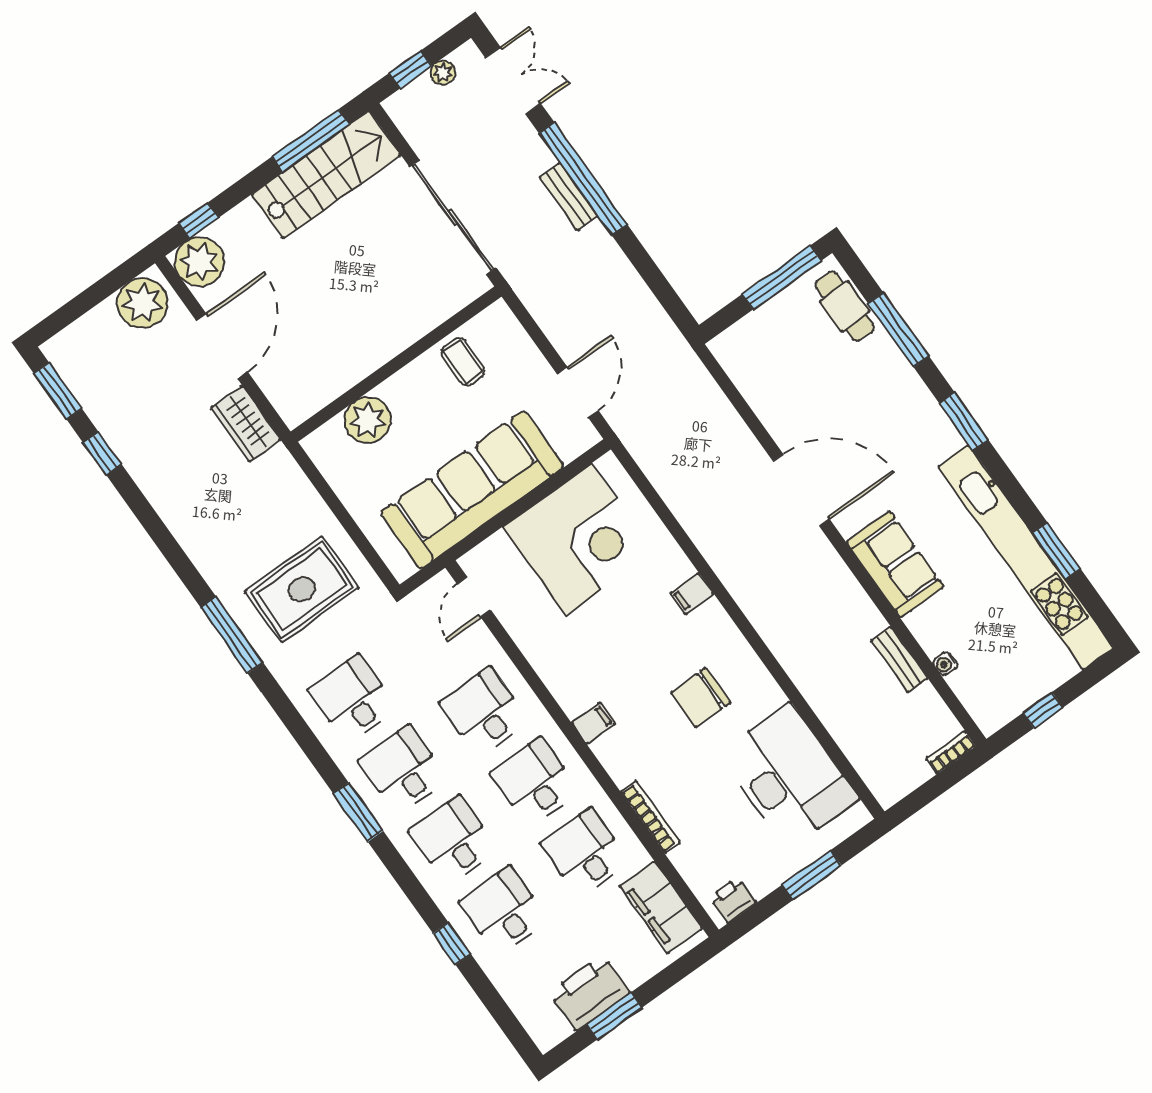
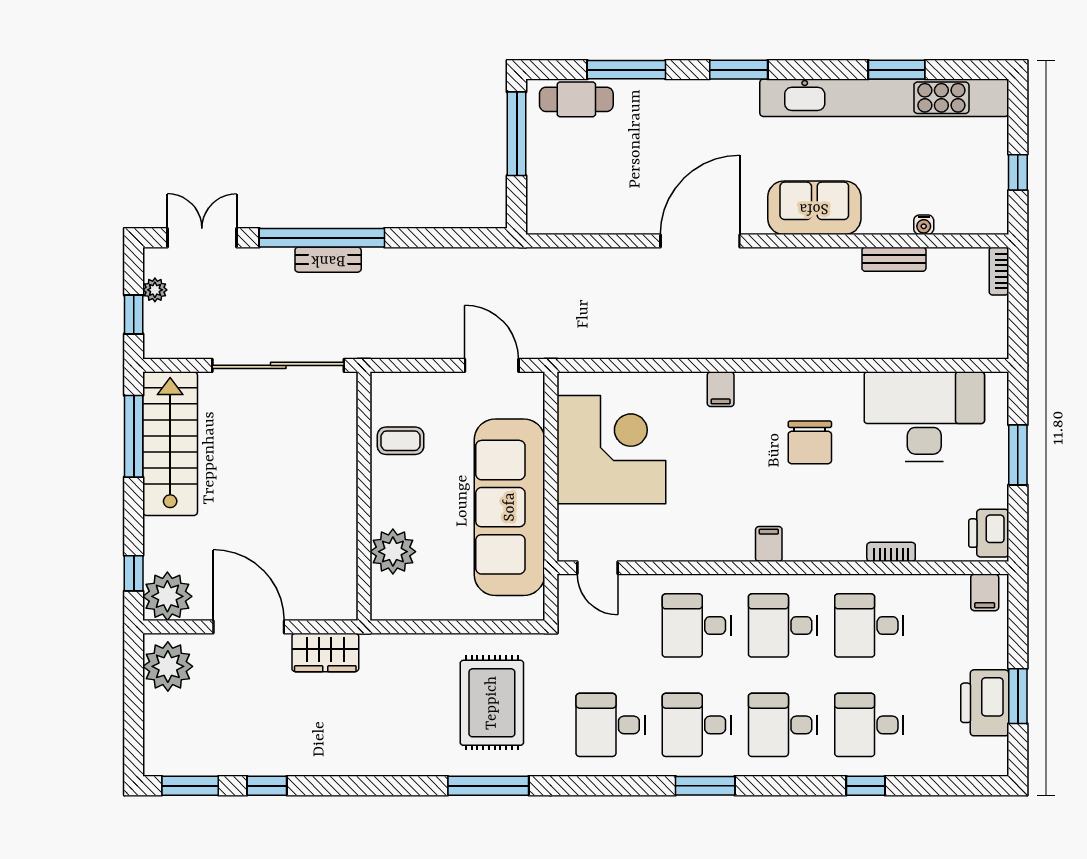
bookcase: (650, 817) -> (891, 552), width x0.64
printer: (733, 900) -> (989, 533), width x1.36, depth x1.24
filing cabinet: (661, 907) -> (985, 592), width x0.33, depth x0.86

